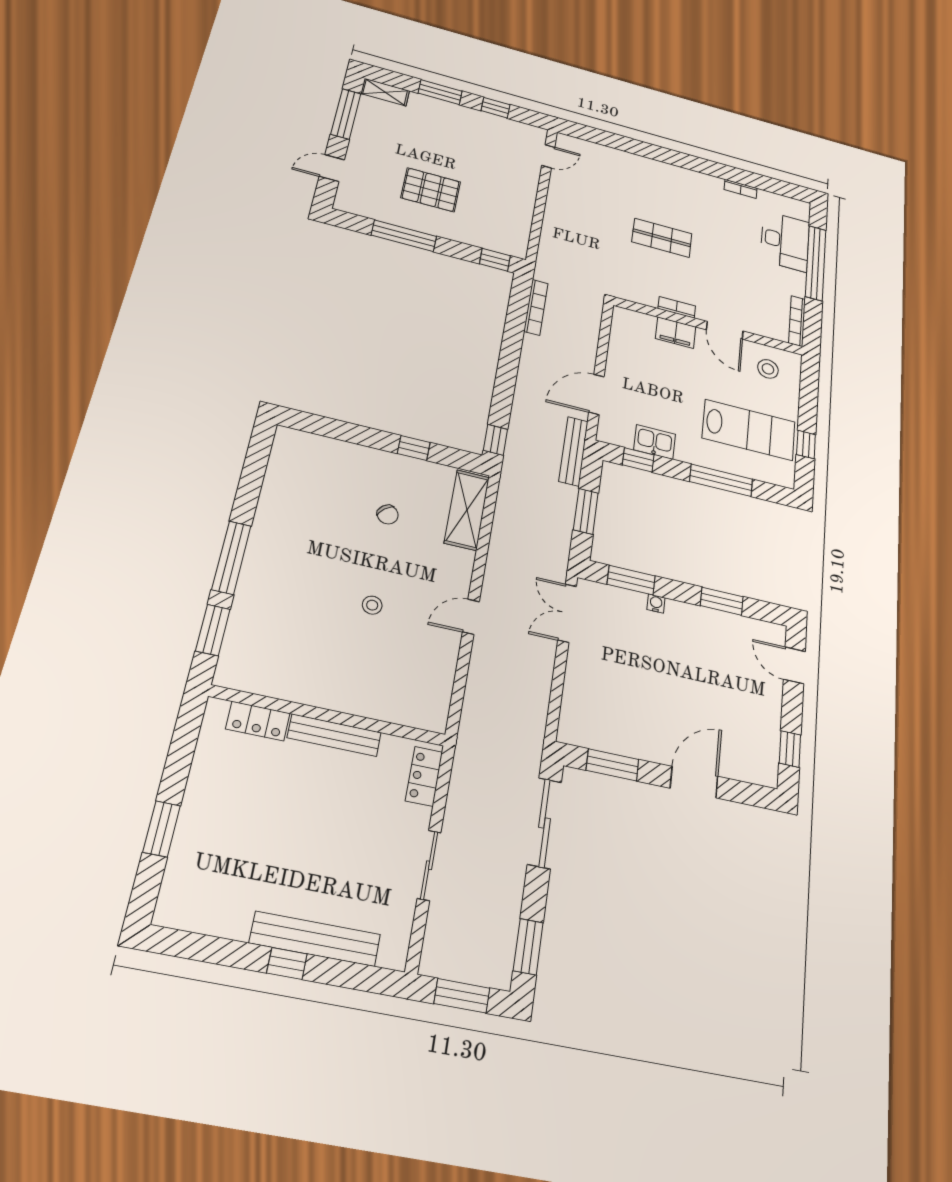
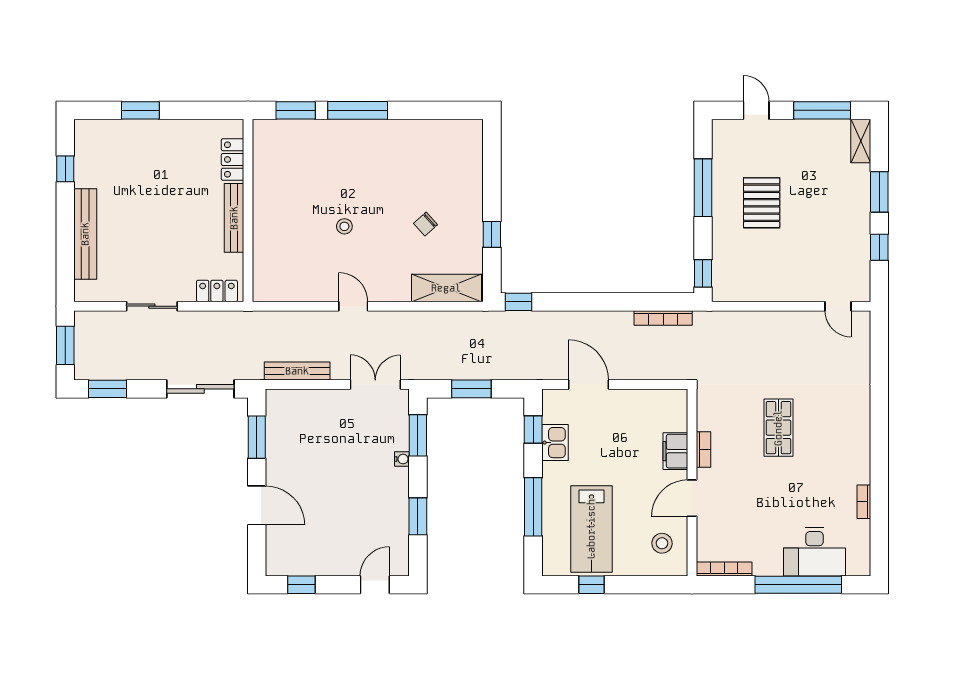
bench: (573, 451) -> (297, 371), moved
window: (287, 963) -> (65, 169), moved

